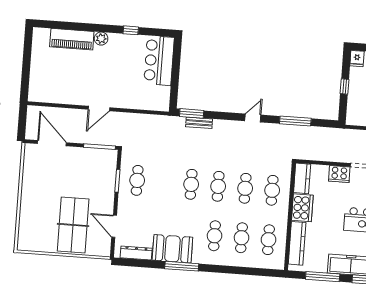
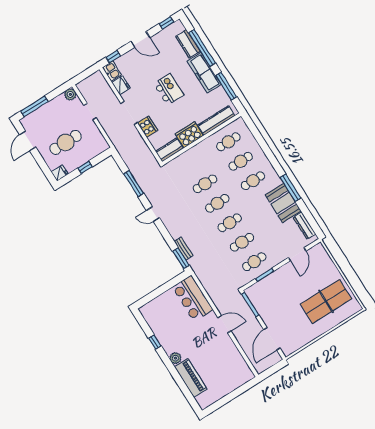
bar counter: (159, 61) -> (193, 298), moved, turned 90
cafe table: (272, 190) -> (242, 242), moved
table tennis table: (73, 225) -> (326, 301), moved

